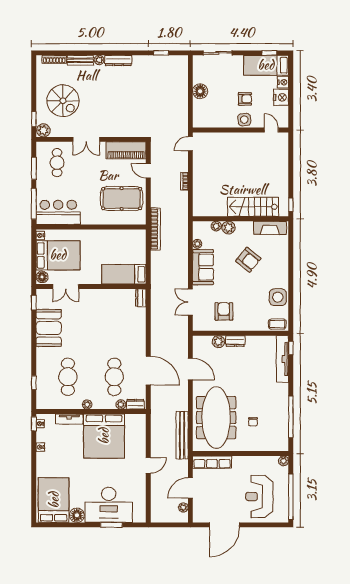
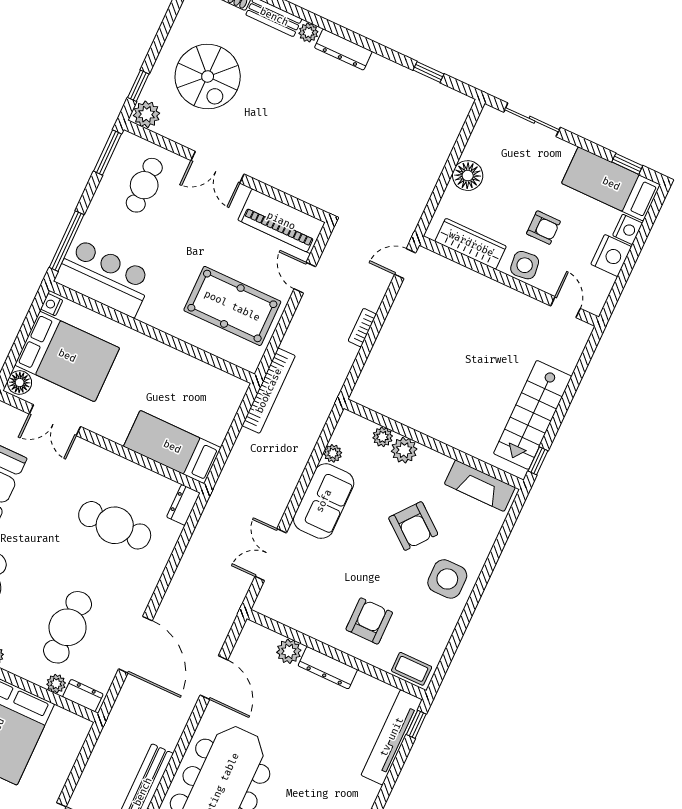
wardrobe: (216, 121) -> (471, 244), added
window: (34, 168) -> (107, 153), moved
stairs: (253, 207) -> (533, 415), moved, turned -90
side table: (278, 297) -> (447, 579), moved
armchair: (224, 311) -> (369, 621), moved
cafe table: (114, 321) -> (115, 525), added
dresser: (235, 341) -> (328, 668), width x1.44

